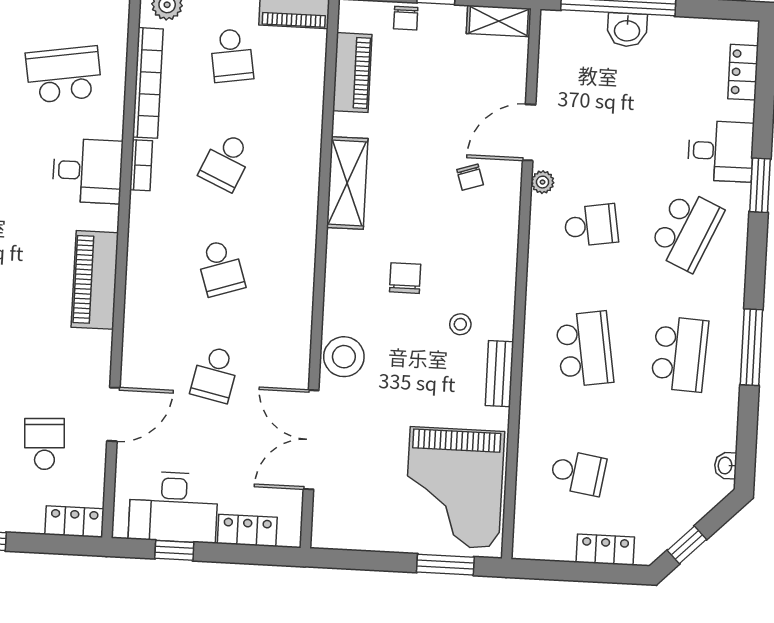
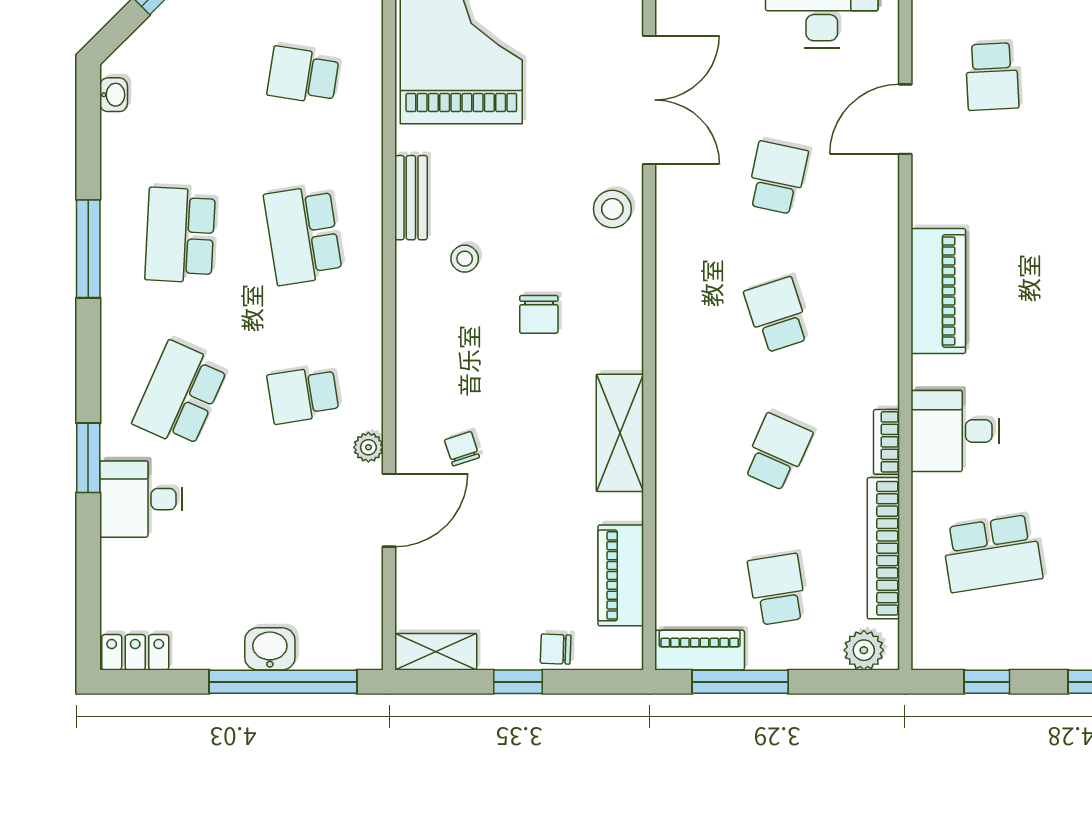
chair: (406, 18) -> (556, 649), turned -88
locker: (743, 72) -> (135, 652), moved, turned -90
stool: (344, 357) -> (612, 209), width x0.73, depth x0.73

